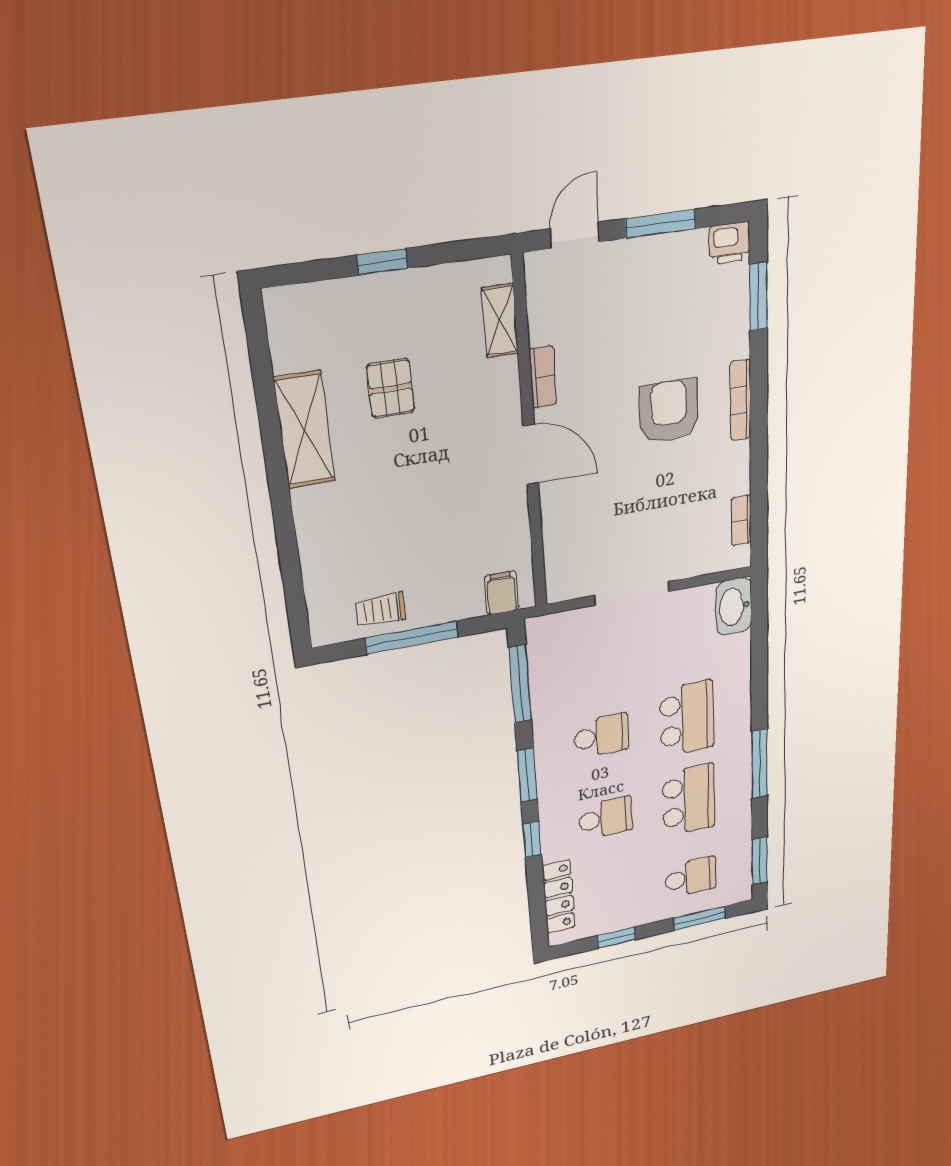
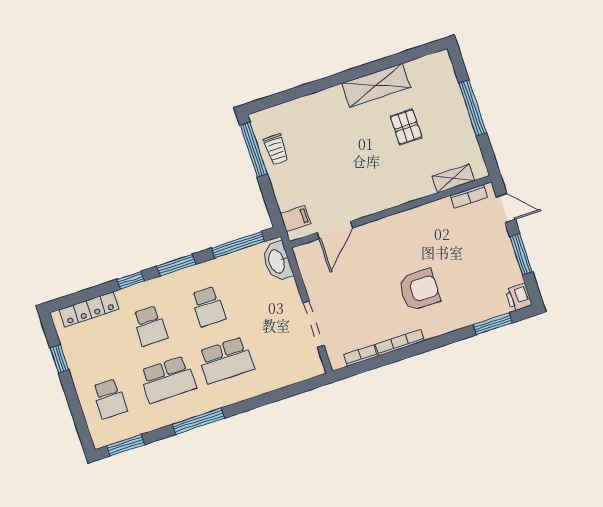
window: (382, 262) -> (473, 108), width x2.17
bookcase: (543, 377) -> (469, 196), moved
pallet: (391, 388) -> (406, 127), turned 90
bookcase: (740, 400) -> (400, 342), moved
door: (531, 455) -> (335, 230), moved
doorway: (632, 593) -> (313, 324), moved
washbasin: (734, 606) -> (277, 261), moved, turned -90
trolley: (381, 610) -> (276, 149), turned 180
window: (412, 638) -> (254, 150), moved
window: (699, 918) -> (78, 415), removed

